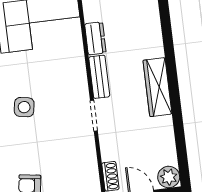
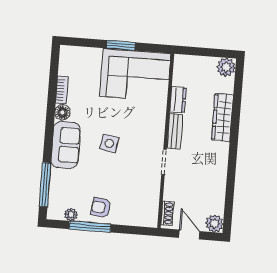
wardrobe: (157, 87) -> (222, 117), moved

